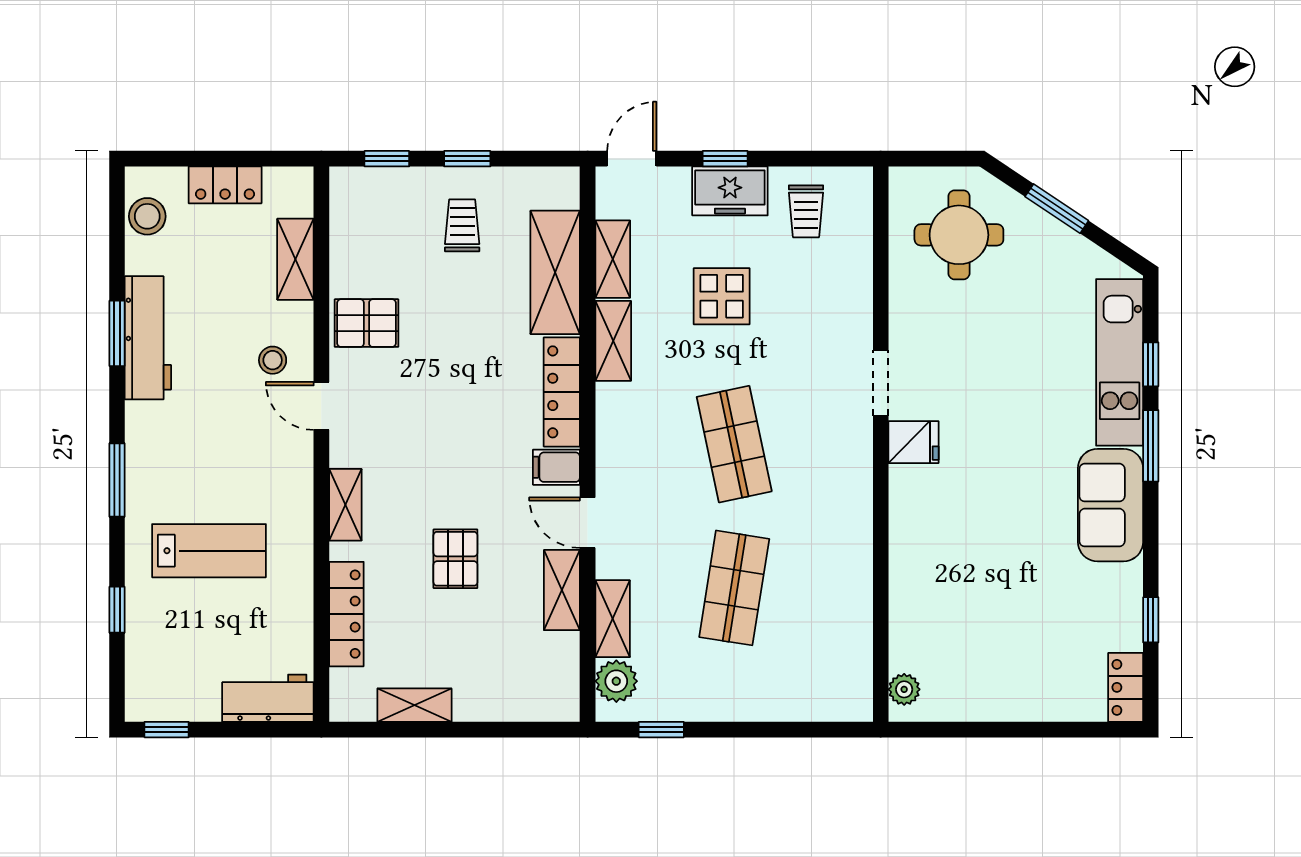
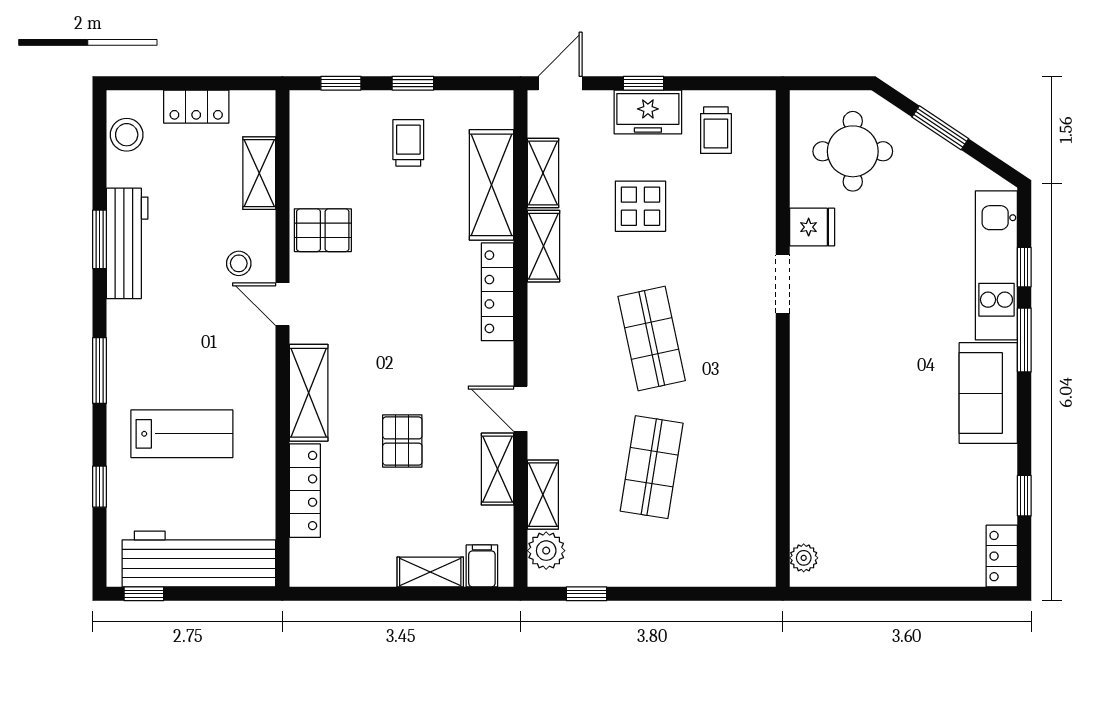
fridge: (914, 442) -> (812, 227), moved
filing cabinet: (556, 467) -> (482, 566), moved, turned 90
shelving: (345, 505) -> (309, 393), width x1.50, depth x1.33
workbench: (268, 698) -> (199, 559), width x1.87, depth x1.32
shelving: (414, 705) -> (430, 572), moved

